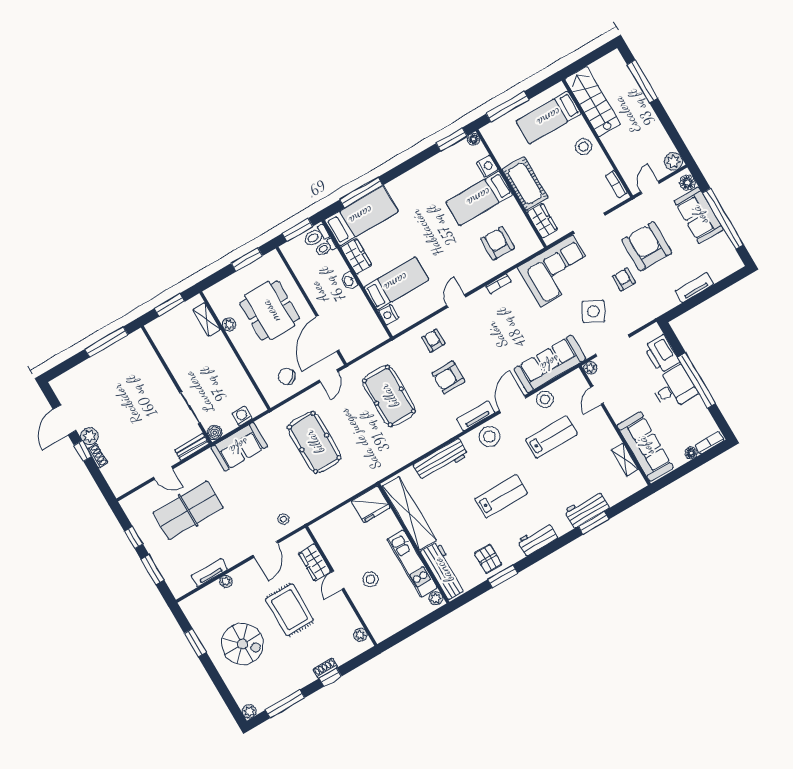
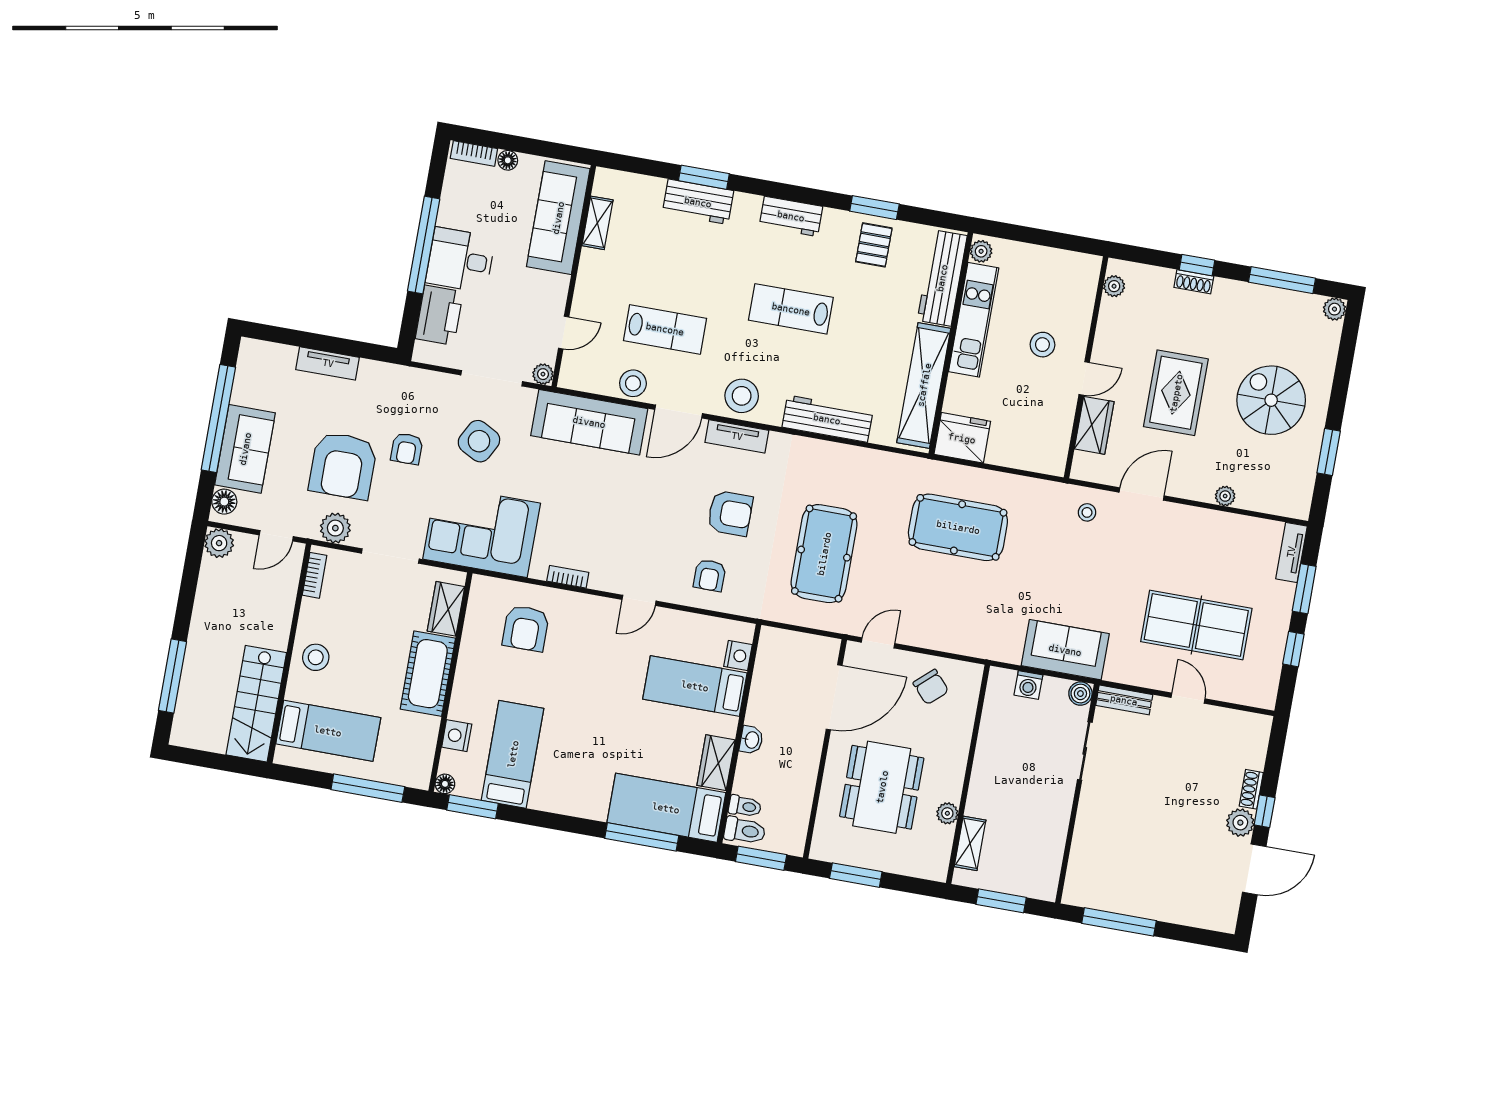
bed: (479, 198) -> (513, 754), moved, turned -90
plant: (626, 214) -> (335, 528), added
lab bench: (551, 437) -> (665, 329), turned 180
pool table: (314, 442) -> (958, 527), moved, turned 90
tv unit: (209, 573) -> (1291, 552), moved, turned 90

